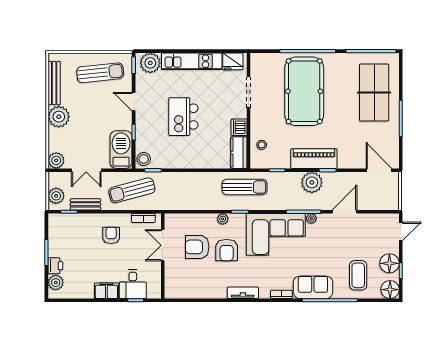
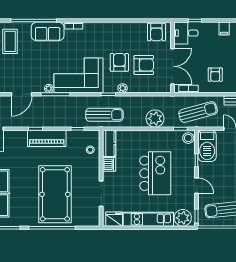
kitchen island: (183, 117) -> (155, 173), width x1.37, depth x1.28
plant: (312, 182) -> (155, 119), moved
sun lounger: (245, 187) -> (104, 115), turned 180
double door: (163, 245) -> (172, 66), width x1.37
desk: (133, 284) -> (186, 33), moved, turned -90
armchair: (182, 287) -> (156, 32), added
filing cabinet: (106, 291) -> (224, 29), width x0.50
tv unit: (243, 293) -> (106, 27), removed

